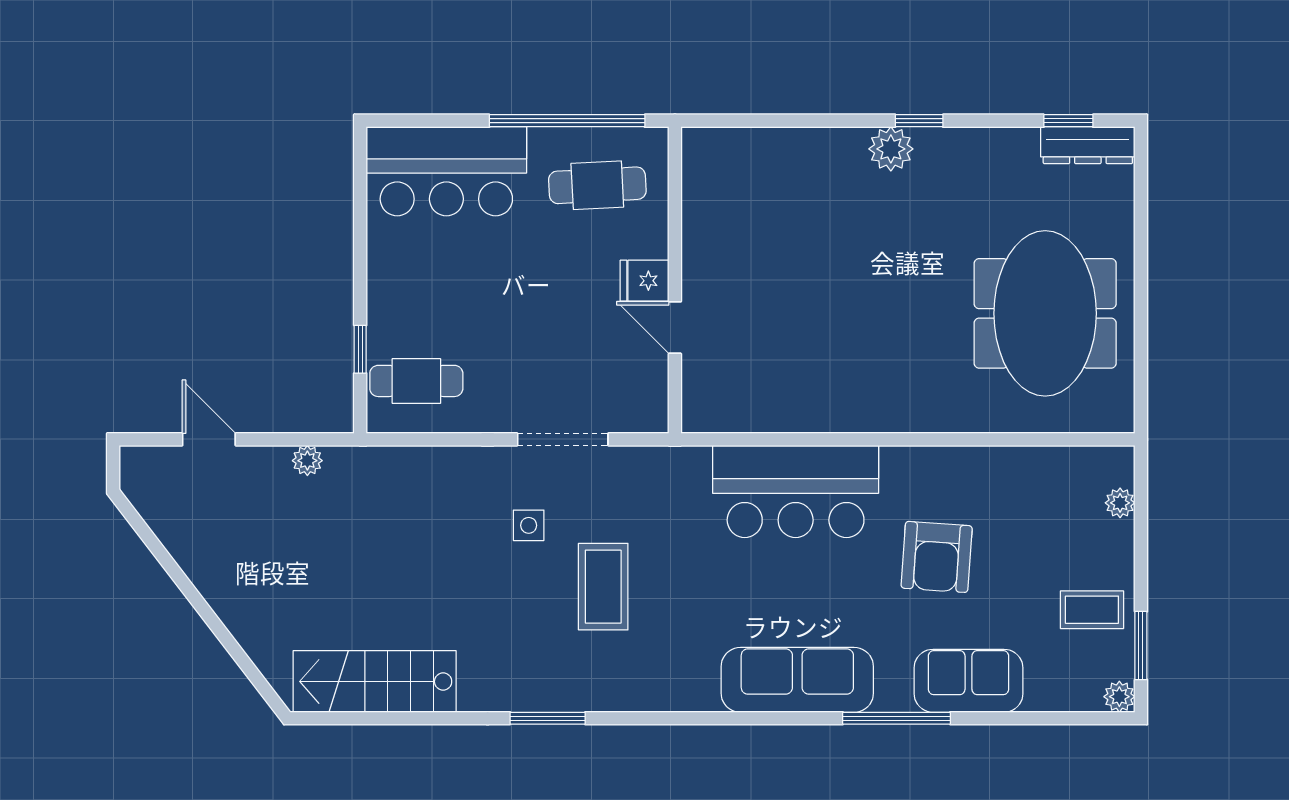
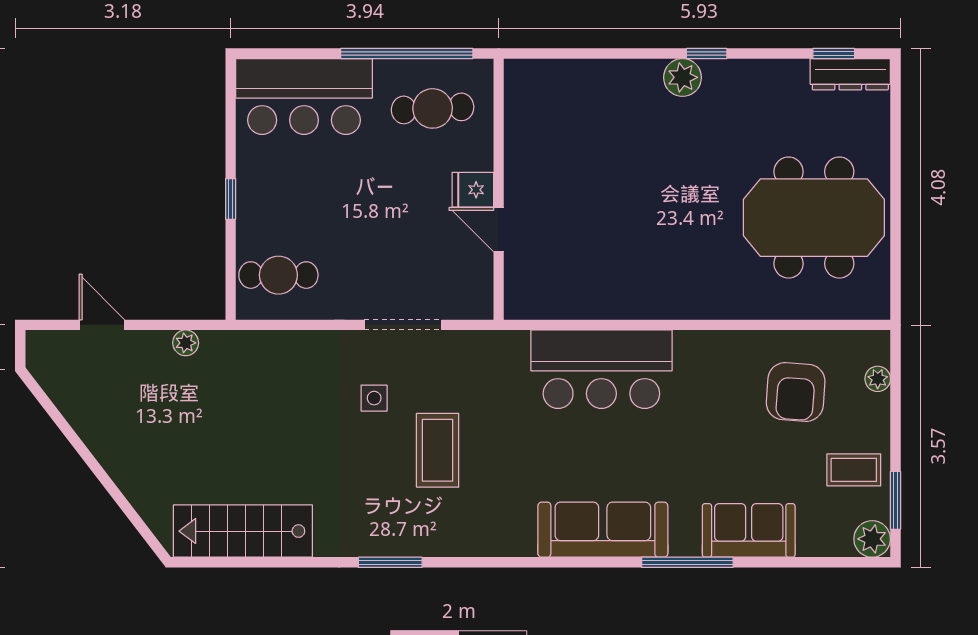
meeting table: (1045, 313) -> (814, 218), turned 90
window: (360, 349) -> (231, 199), moved
armchair: (937, 557) -> (796, 392), moved
plant: (1119, 697) -> (872, 539), width x1.38, depth x1.38

